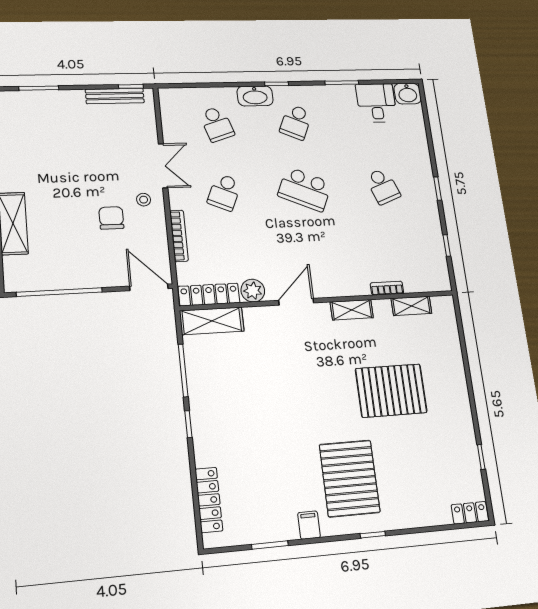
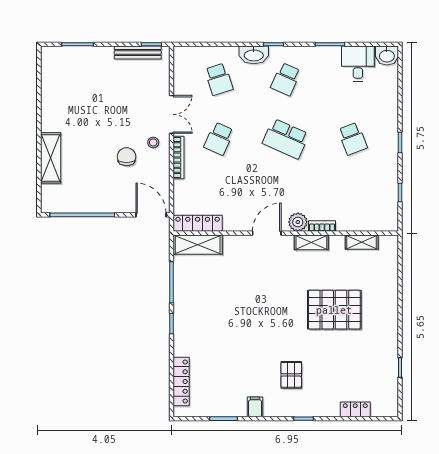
bookcase: (179, 236) -> (179, 157), moved
bookcase: (387, 288) -> (322, 226), moved
plant: (253, 291) -> (298, 222), moved
pallet: (350, 478) -> (291, 375), width x0.49, depth x0.50
locker: (470, 513) -> (355, 409), moved

